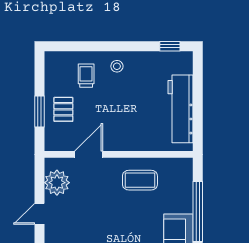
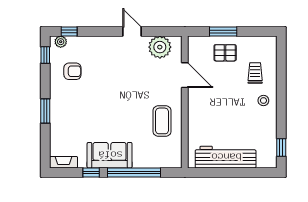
trolley: (86, 76) -> (255, 73), turned -90

